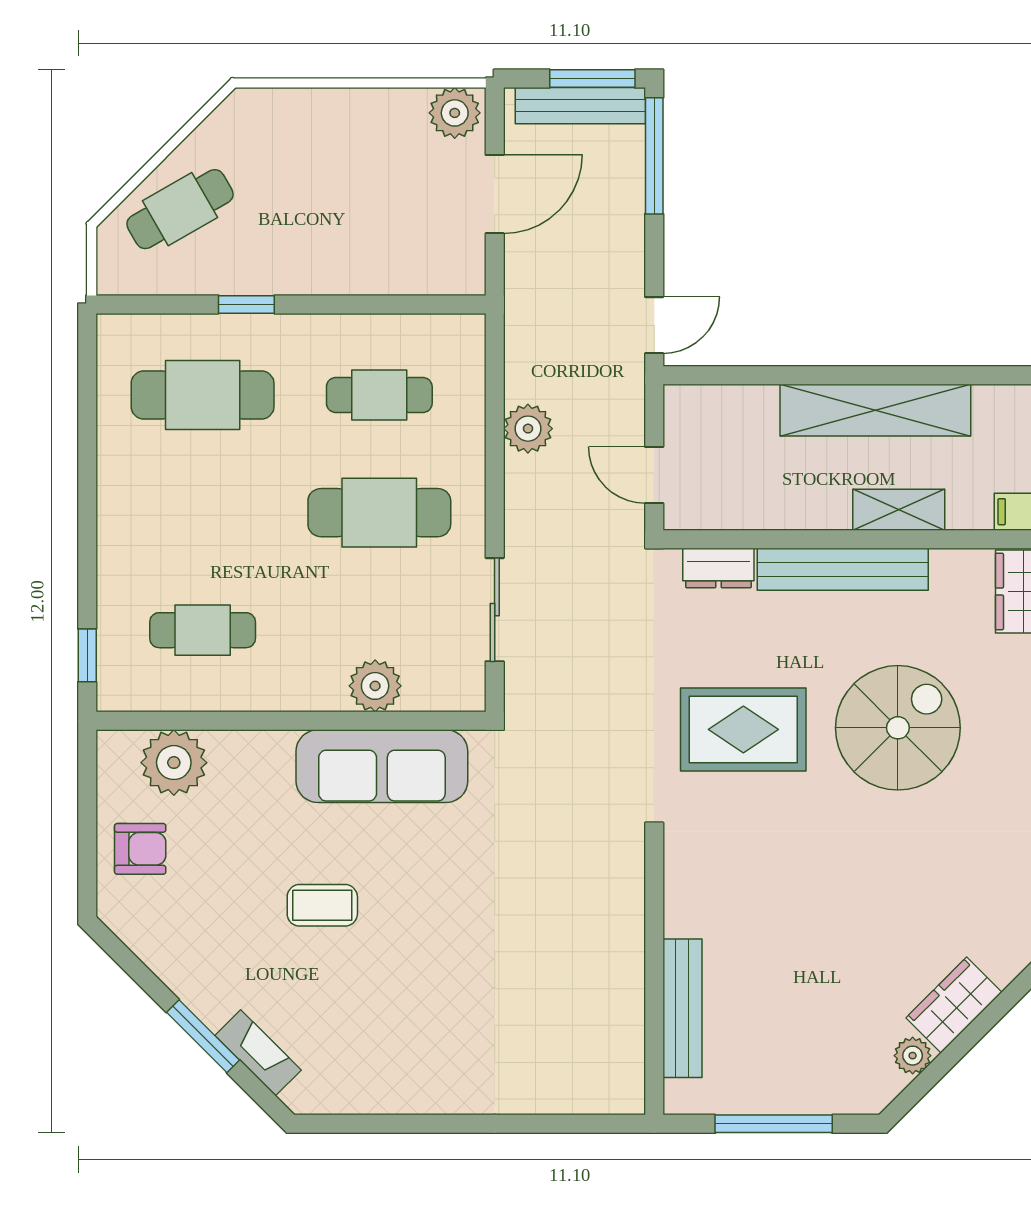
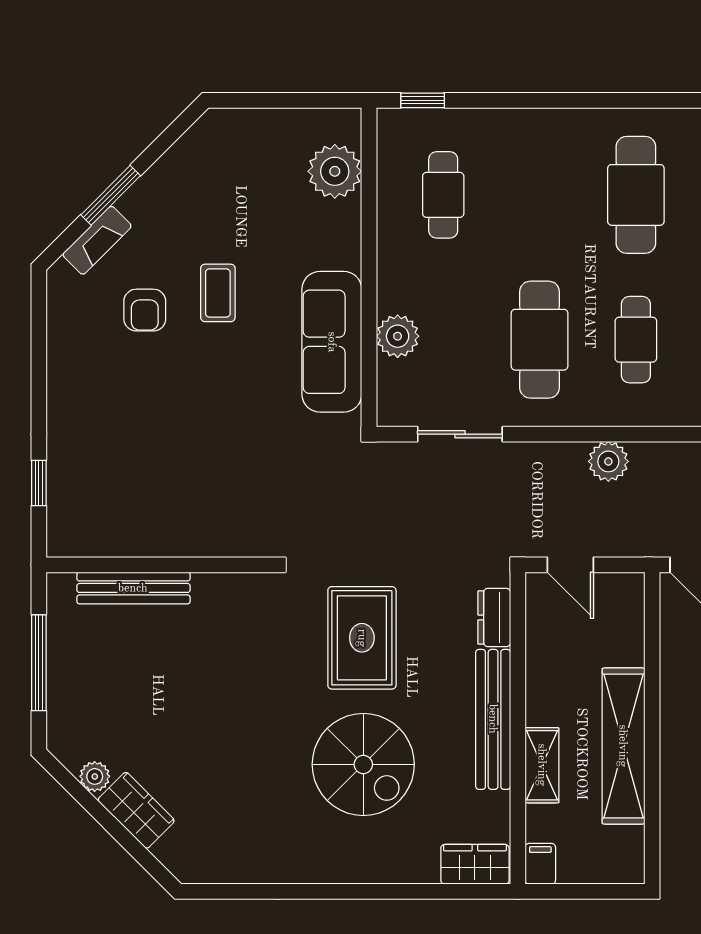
door: (654, 475) -> (570, 565), swing flipped
armchair: (140, 849) -> (145, 310), moved
window: (554, 1124) -> (39, 483), added

